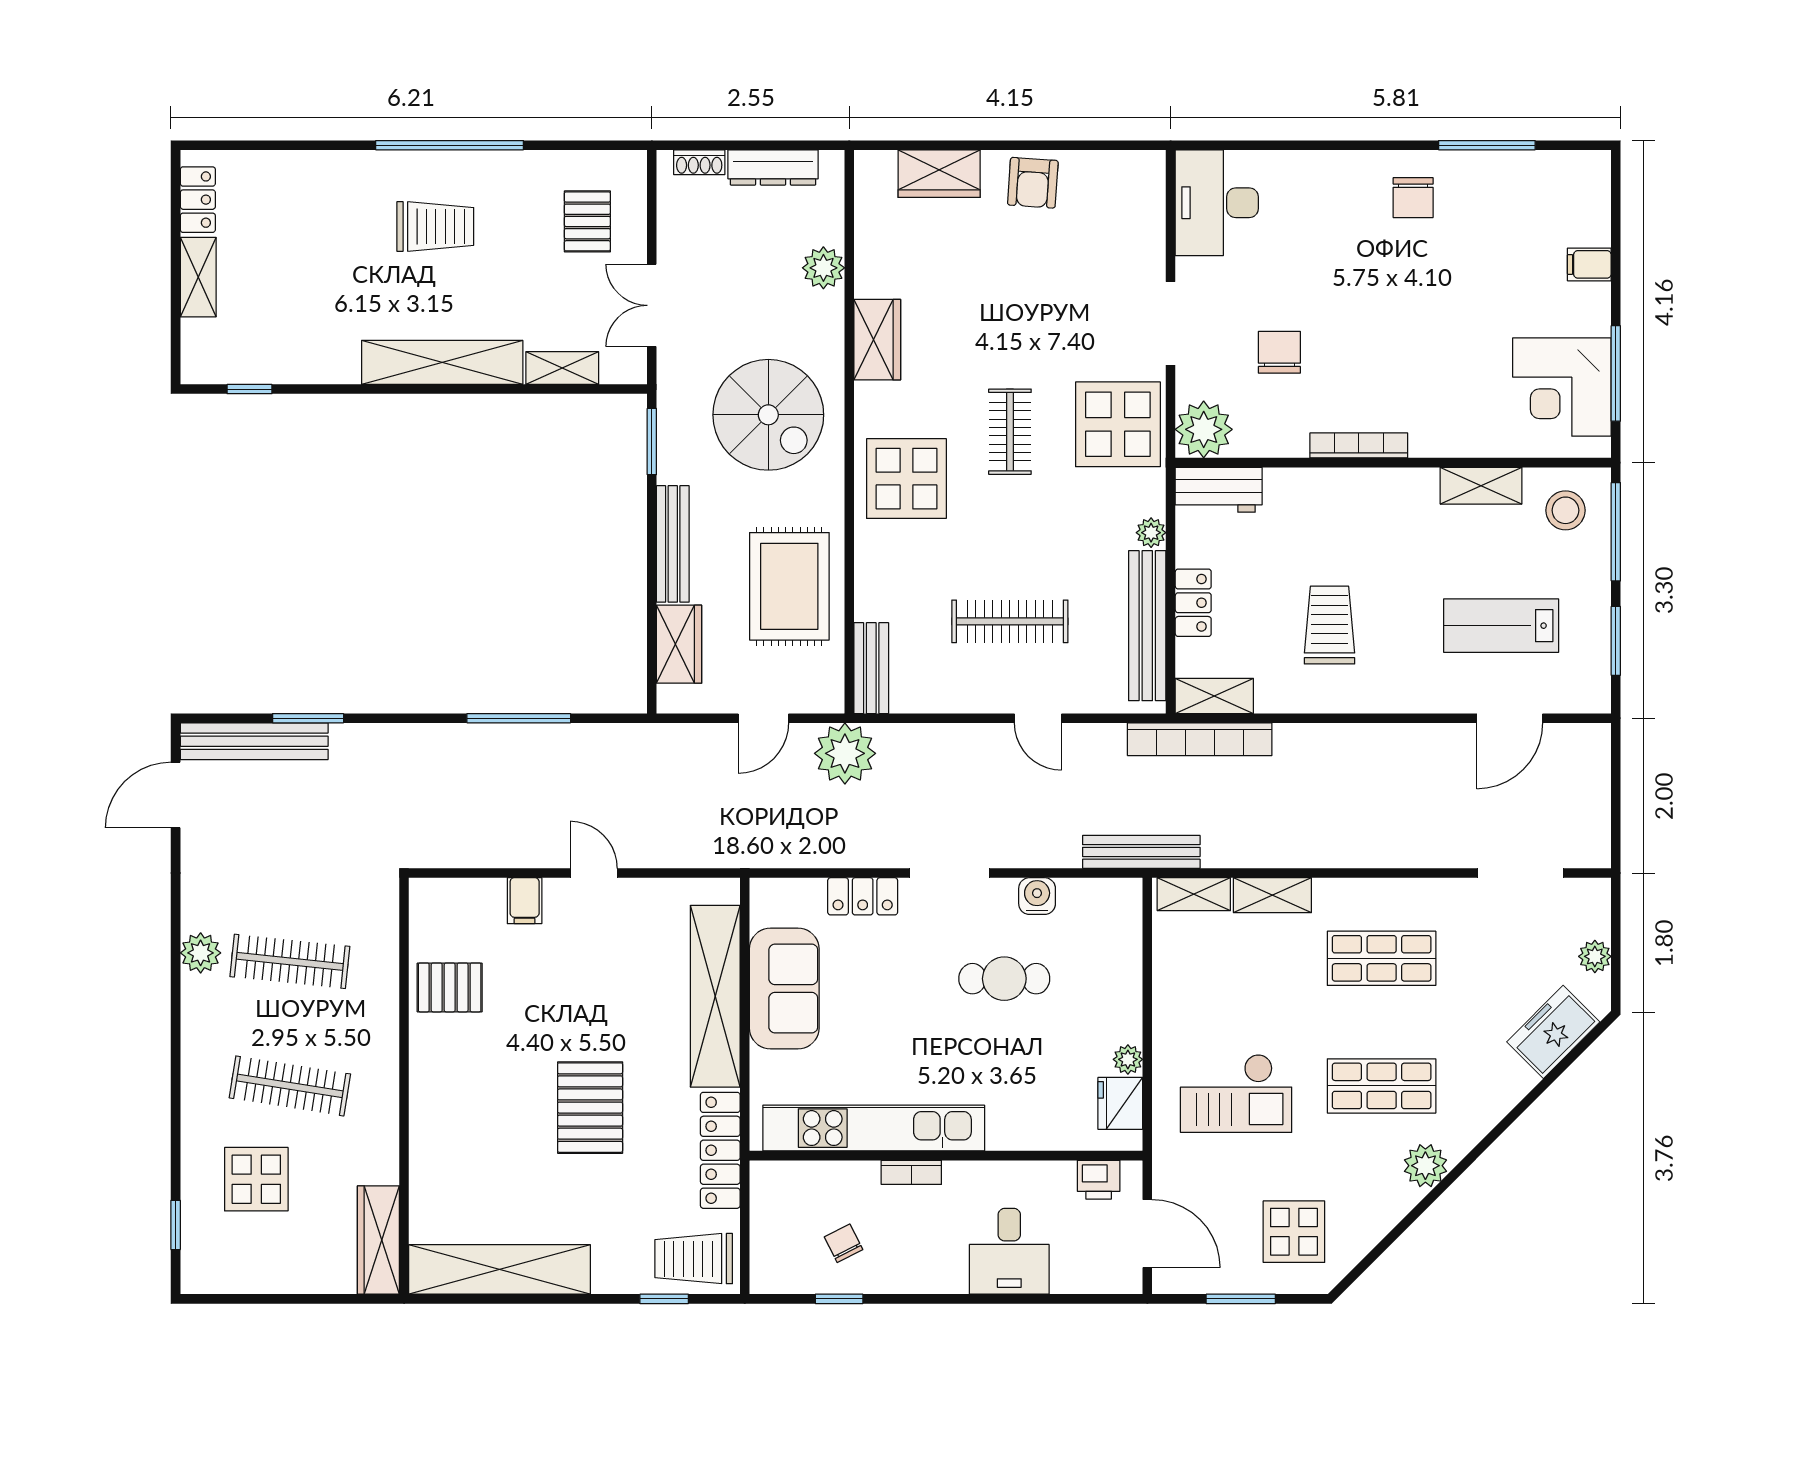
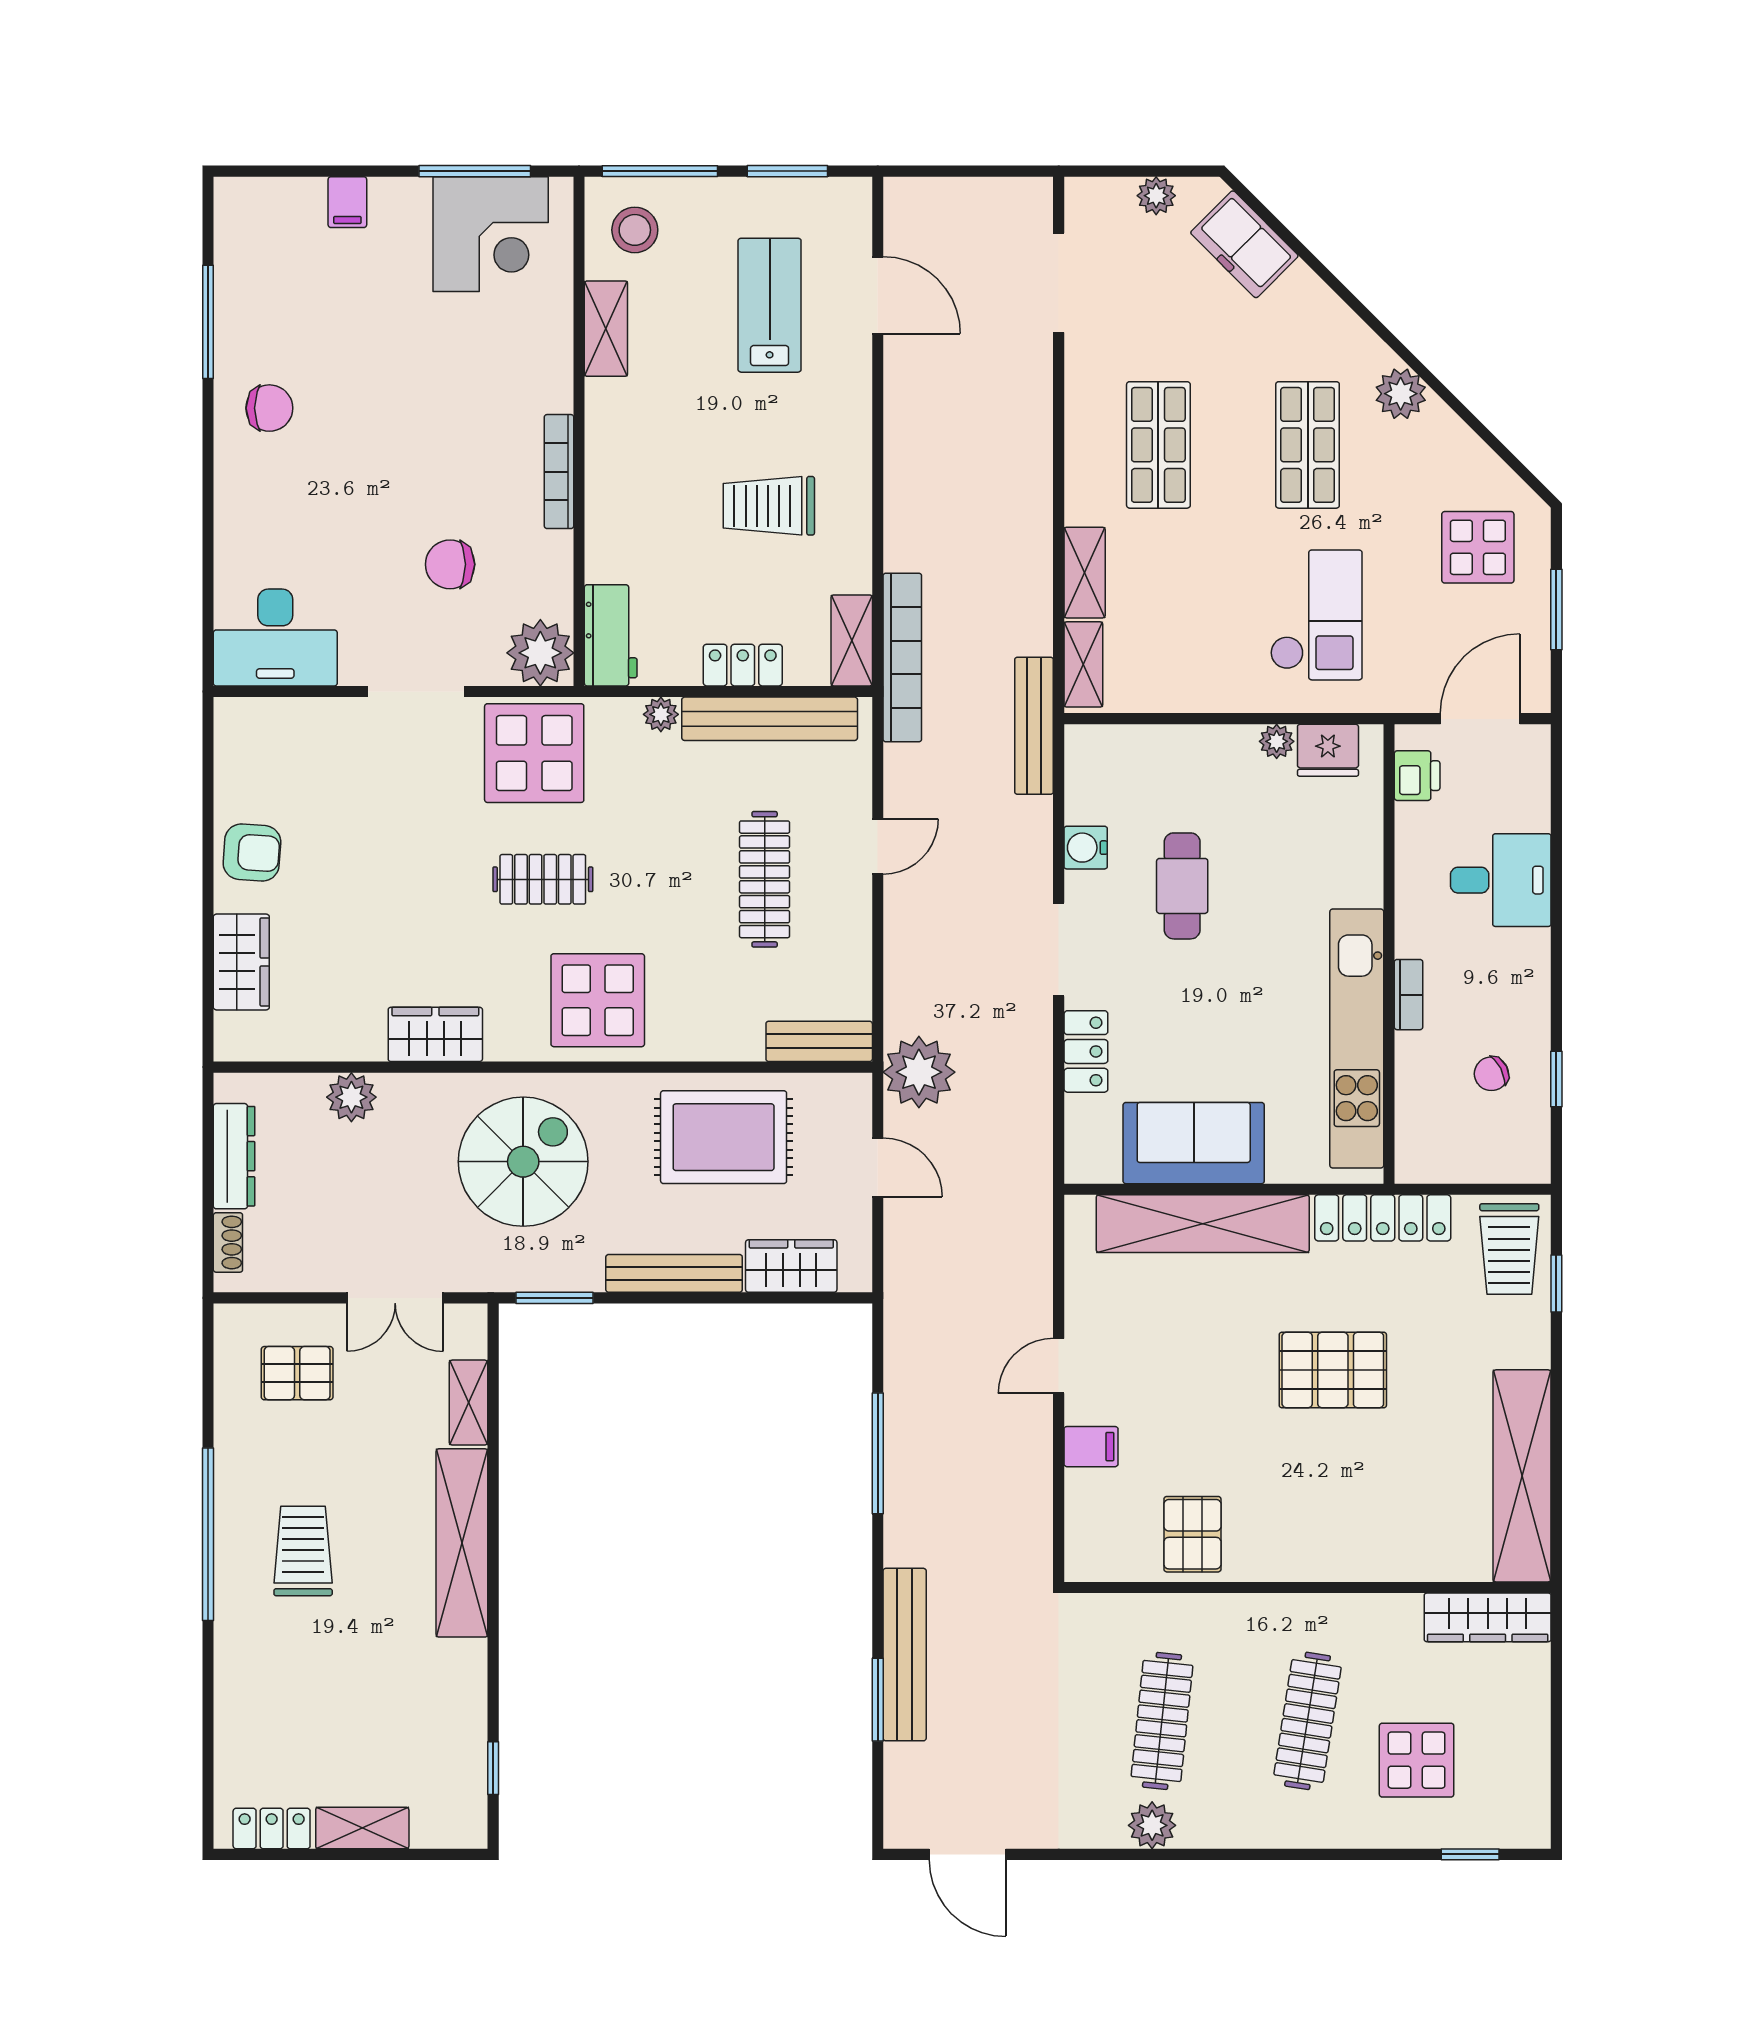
lab bench: (1501, 626) -> (770, 305), turned 180
bench: (254, 741) -> (905, 1655), moved

